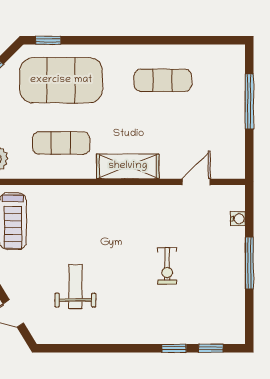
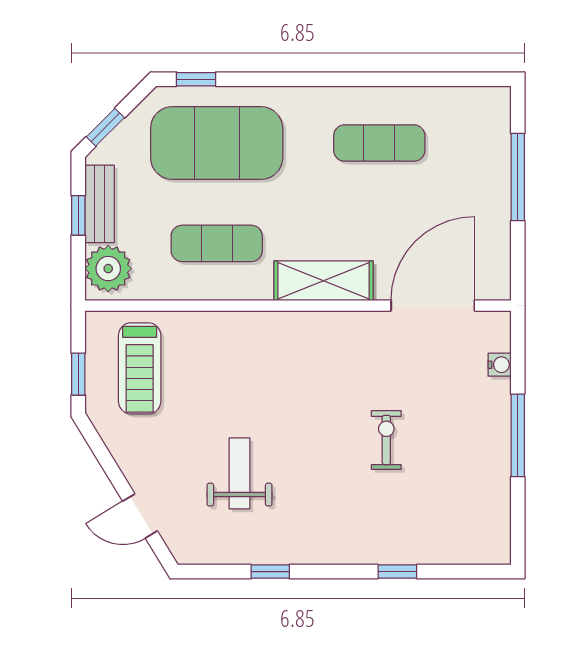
door: (196, 182) -> (433, 306), width x1.88
exercise bike: (167, 266) -> (386, 440), turned 180
window: (211, 348) -> (270, 572), moved

